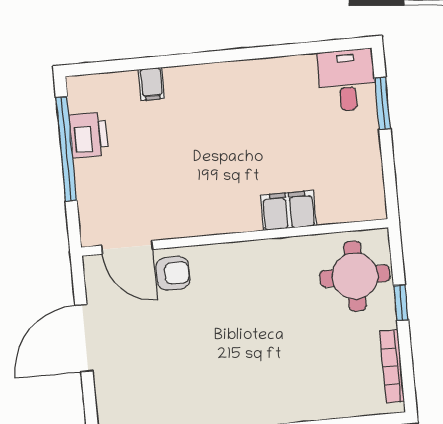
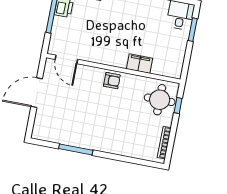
armchair: (173, 273) -> (112, 81), moved
window: (401, 303) -> (178, 105), moved

